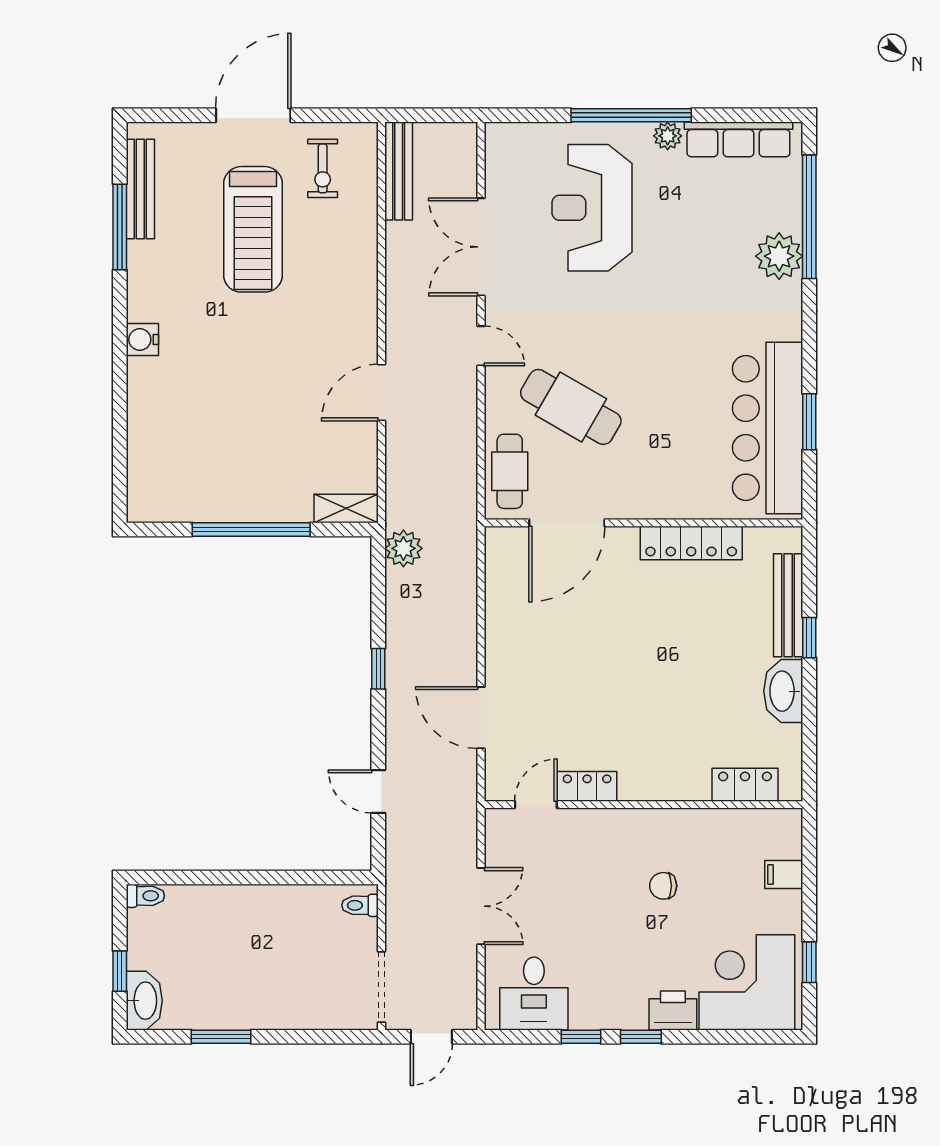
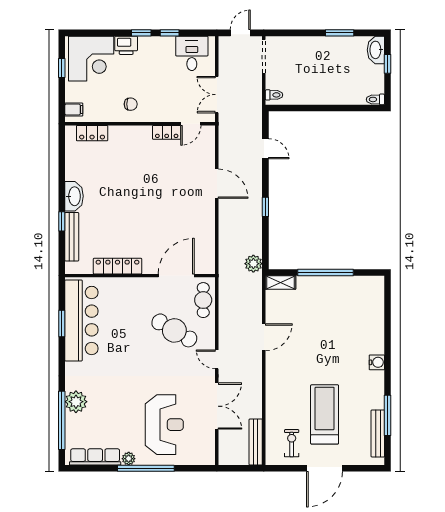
locker: (745, 785) -> (92, 133), moved
locker: (587, 786) -> (167, 132), moved
door: (536, 805) -> (191, 124), moved
wall: (643, 805) -> (140, 124), moved

